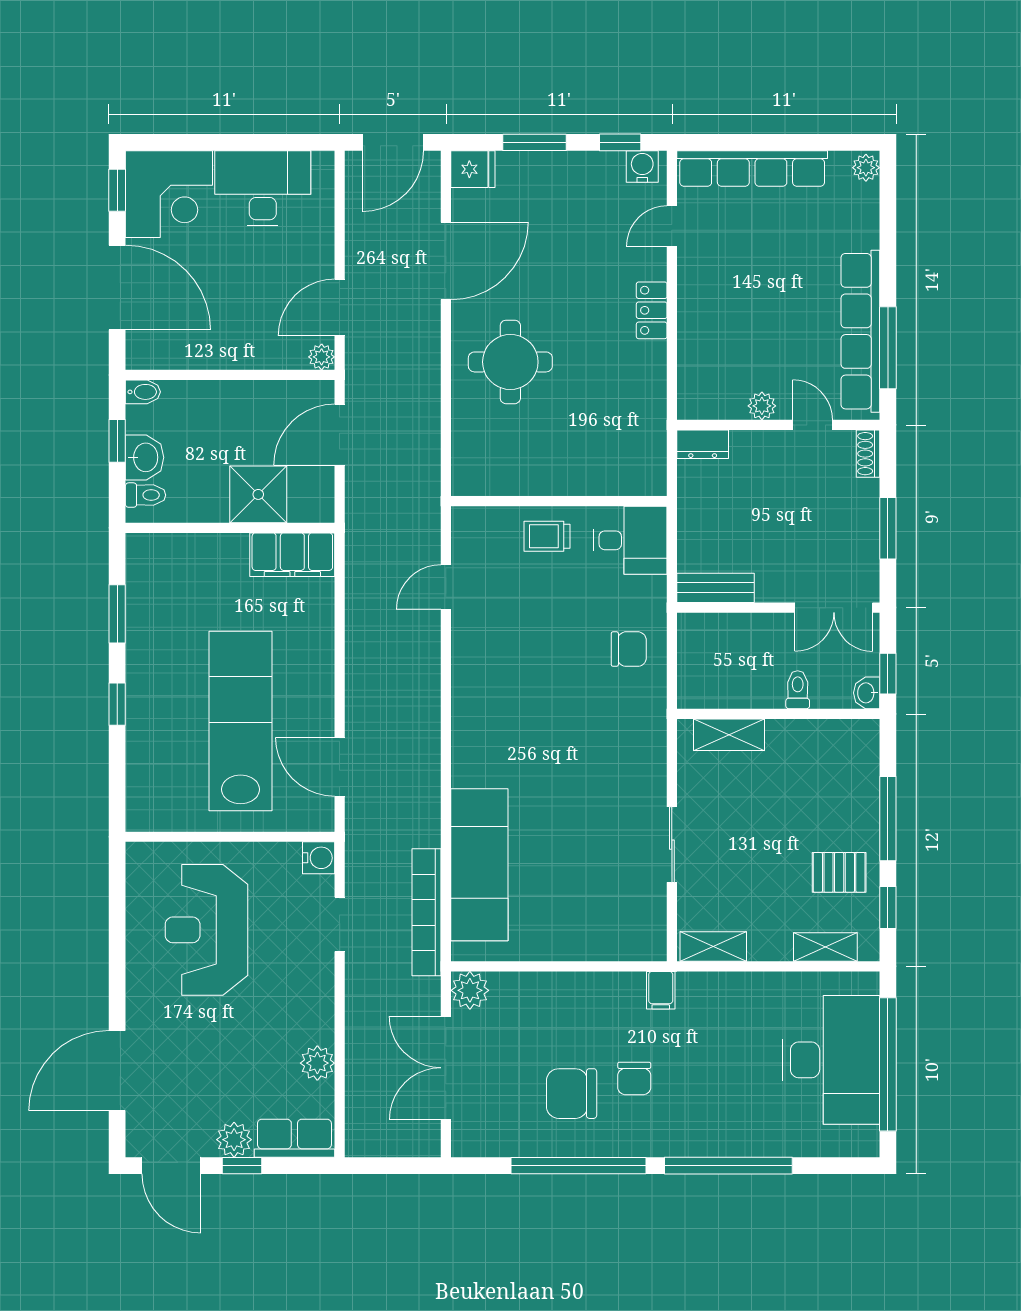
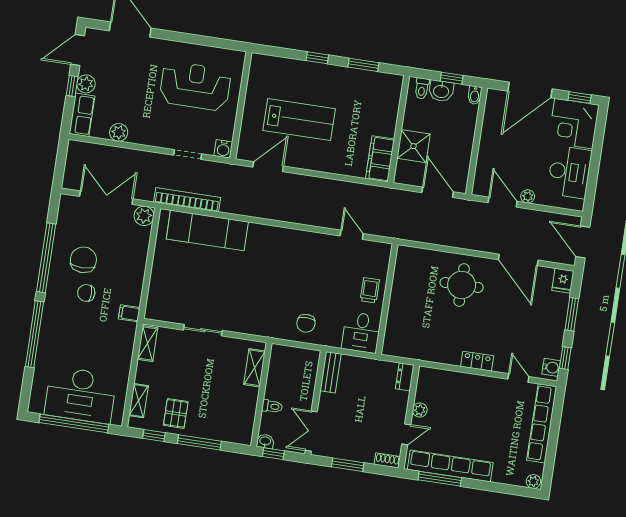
plant: (322, 357) -> (528, 196), moved
lab bench: (241, 721) -> (299, 120), width x0.73

